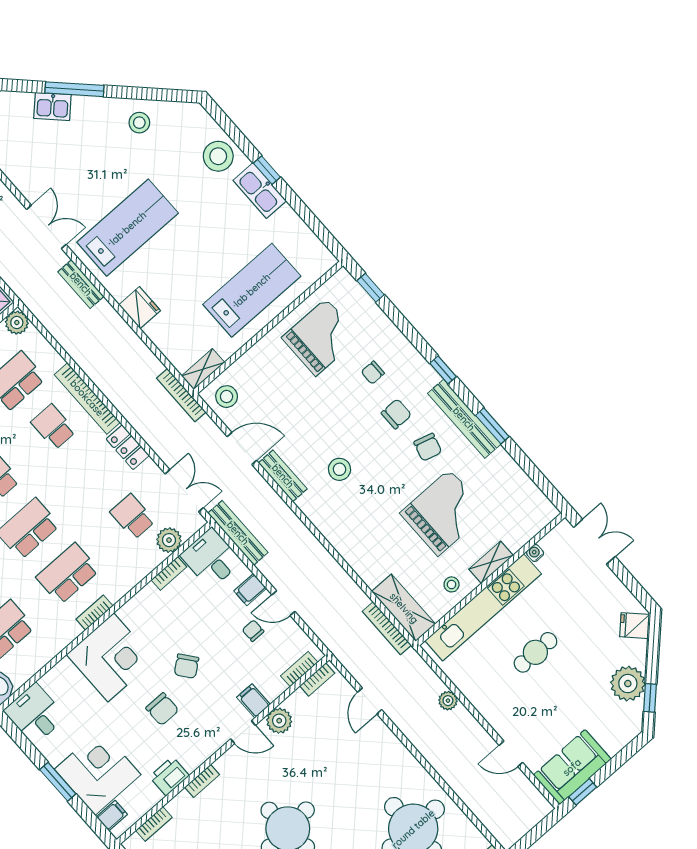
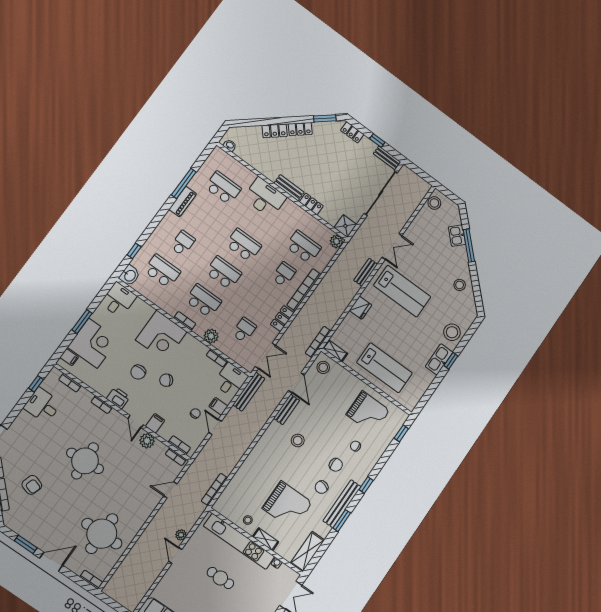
plant: (169, 540) -> (211, 336), moved
shelving: (404, 608) -> (307, 552), moved
door: (511, 754) -> (175, 555), moved
printer: (169, 776) -> (118, 398), moved

